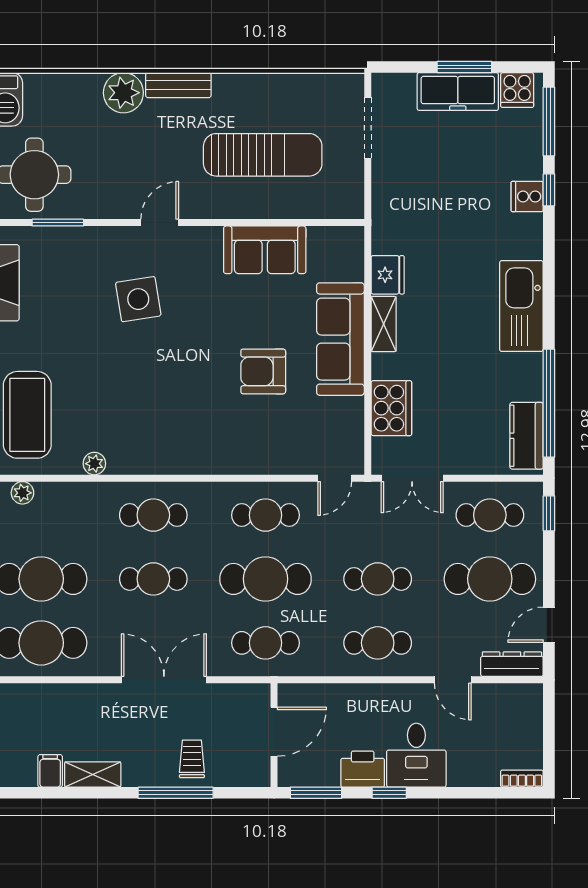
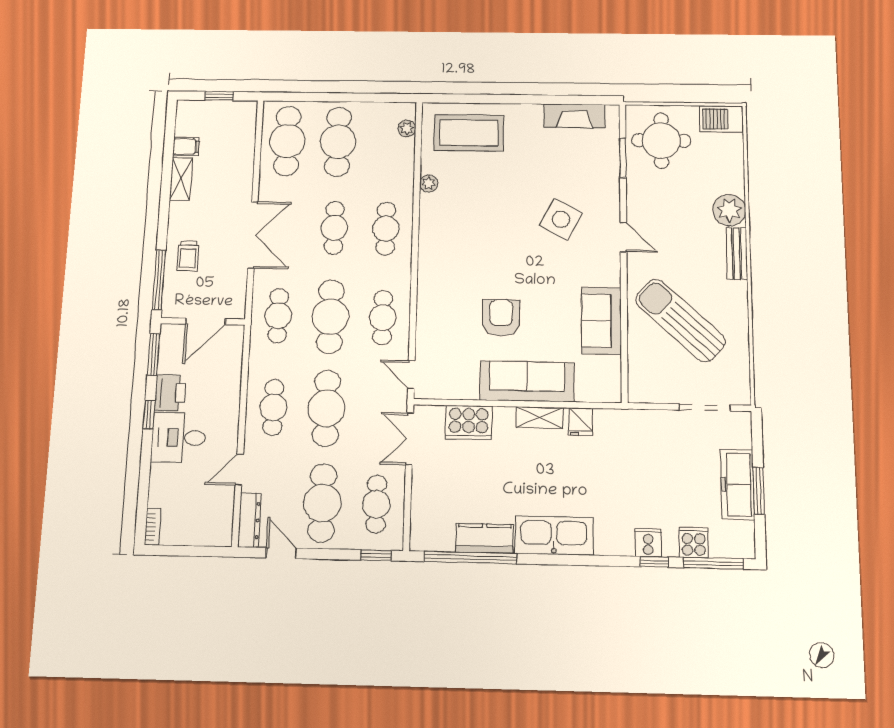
cooker: (517, 90) -> (694, 543), moved, turned 90
sun lounger: (263, 155) -> (680, 320), turned 132
fridge: (388, 275) -> (581, 422), width x0.72
side table: (138, 299) -> (561, 219), turned 37
kitchen counter: (527, 436) -> (485, 538), moved
cafe table: (378, 579) -> (326, 408), width x1.37, depth x1.35
door: (274, 732) -> (206, 321), hinge flipped
trolley: (192, 759) -> (188, 256), turned 90
window: (176, 793) -> (159, 280), moved

